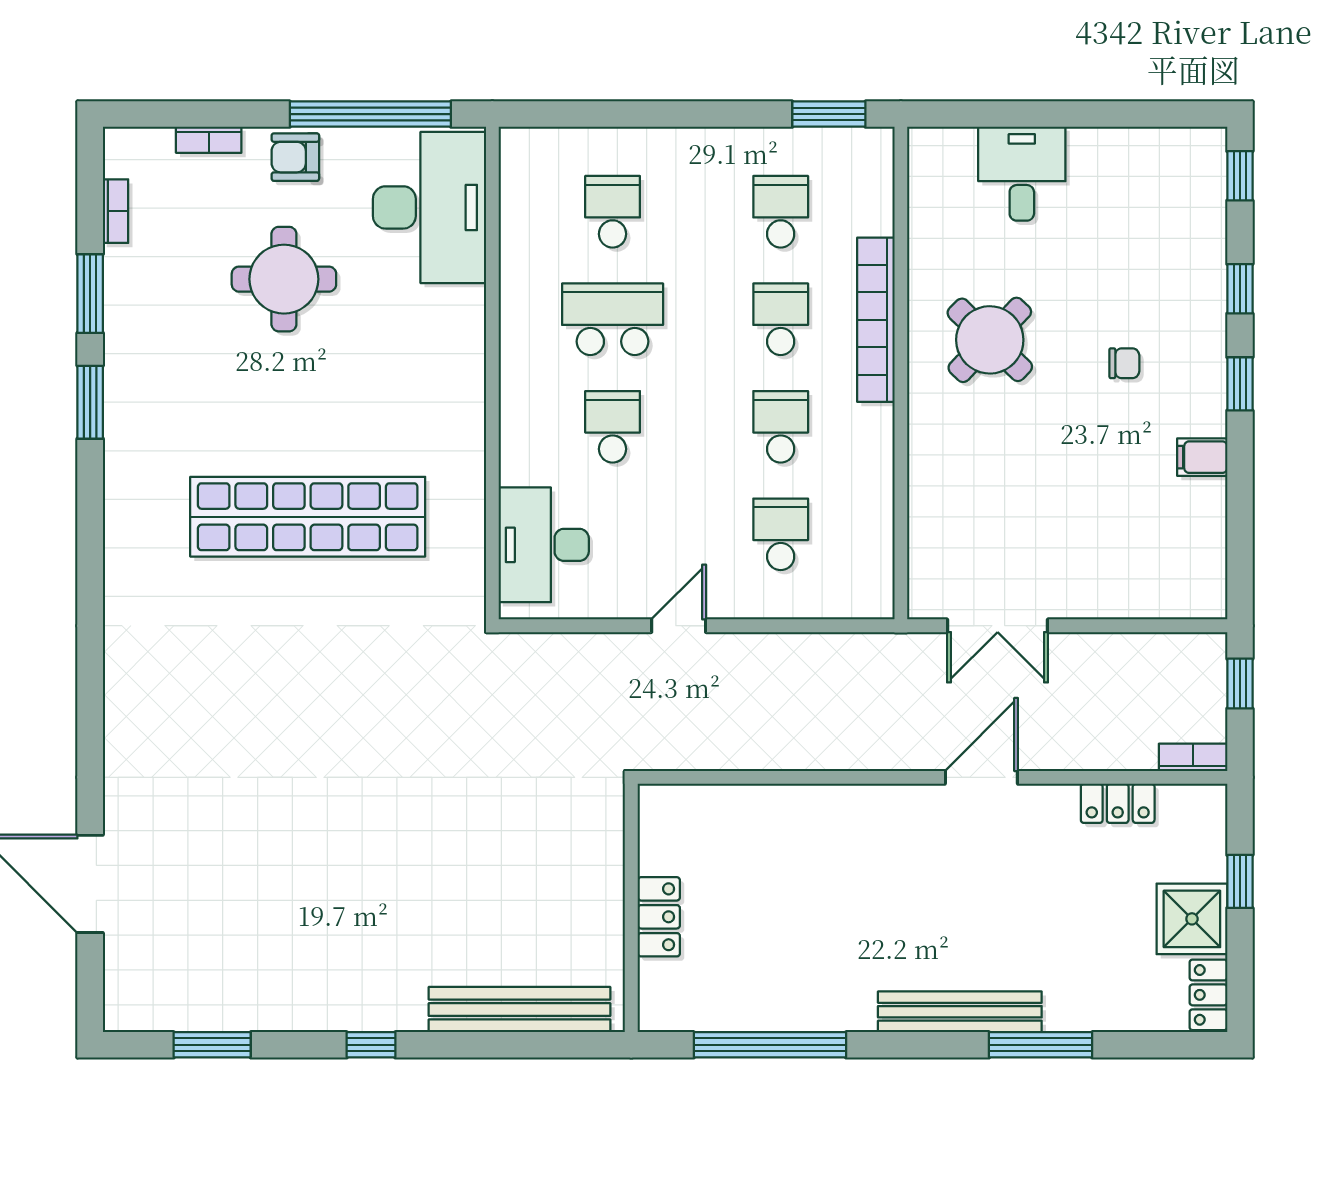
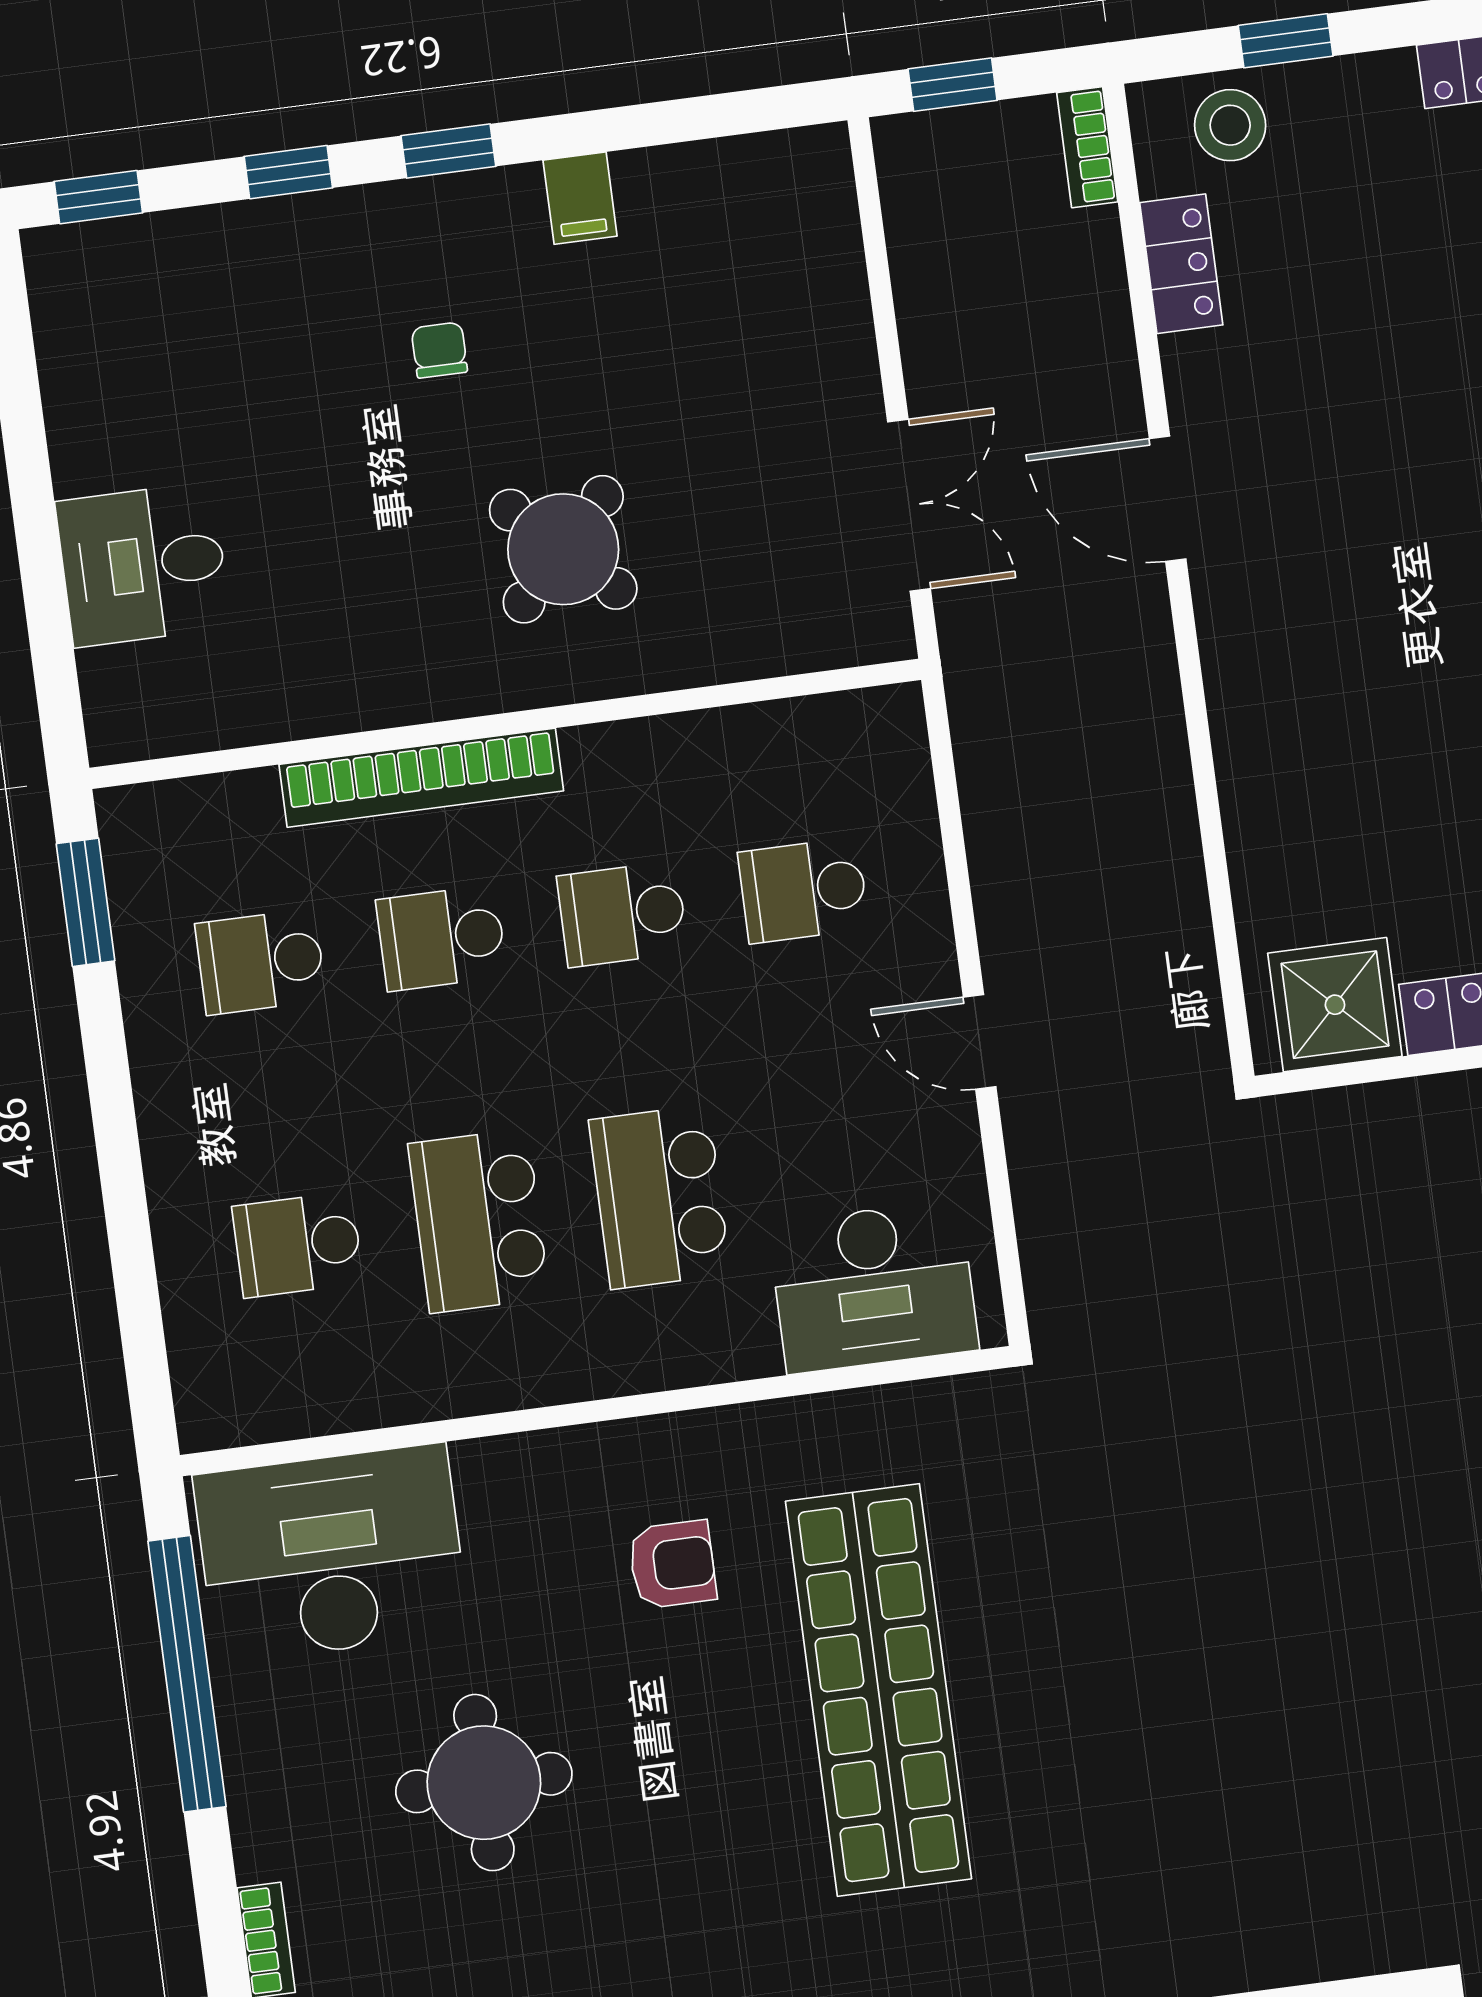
armchair: (295, 157) -> (672, 1564), moved, turned -90
round table: (990, 340) -> (563, 549), moved
school desk: (613, 427) -> (660, 1197), width x1.85
stool: (1195, 843) -> (1230, 125), added
shower: (1192, 919) -> (1335, 1005), moved

